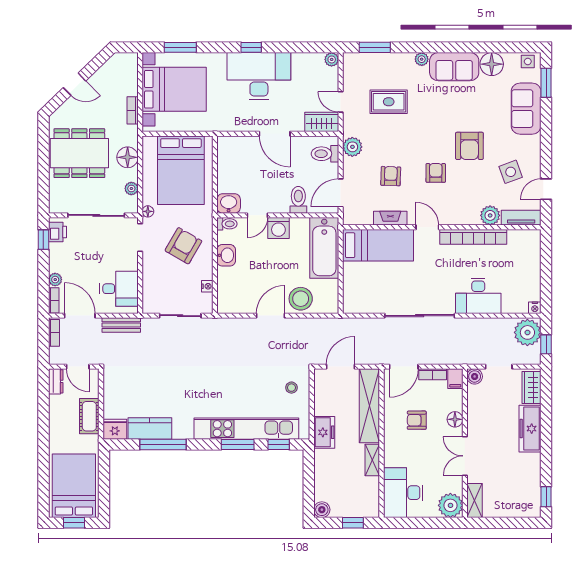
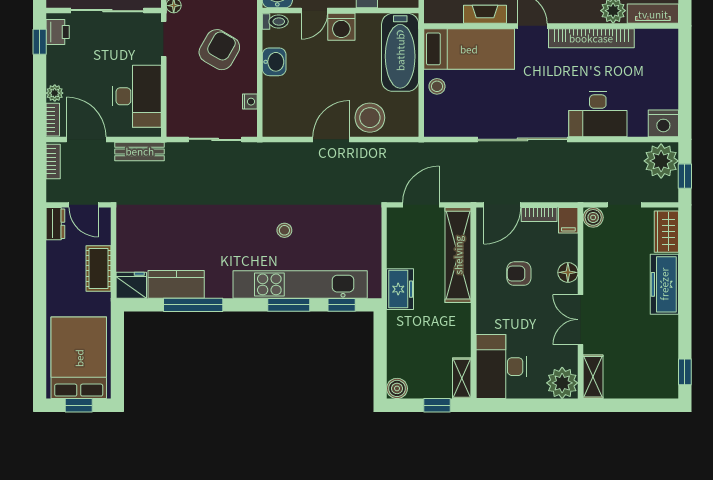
stool: (353, 274) -> (437, 86), added
desk: (119, 289) -> (137, 96), width x1.37
nightstand: (535, 308) -> (663, 123), width x1.89, depth x1.79
stool: (291, 388) -> (284, 230), moved
shelving: (372, 460) -> (462, 378), moved

